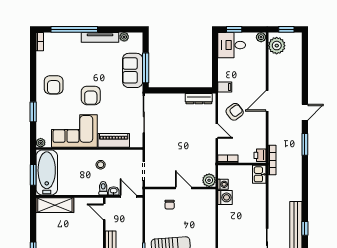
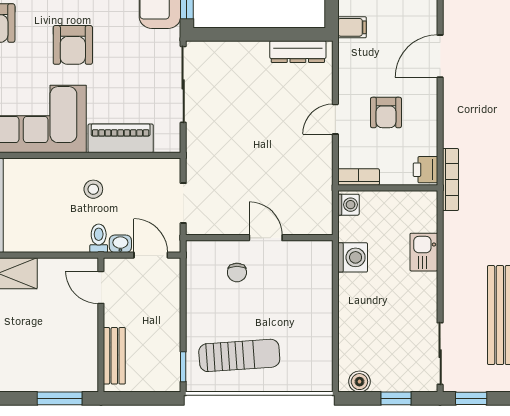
armchair: (235, 112) -> (386, 113), moved, turned 127
door: (217, 131) -> (335, 119), swing flipped
kitchen sink: (259, 174) -> (424, 252), moved
plant: (209, 180) -> (319, 222), removed
washing machine: (223, 184) -> (348, 205), moved

